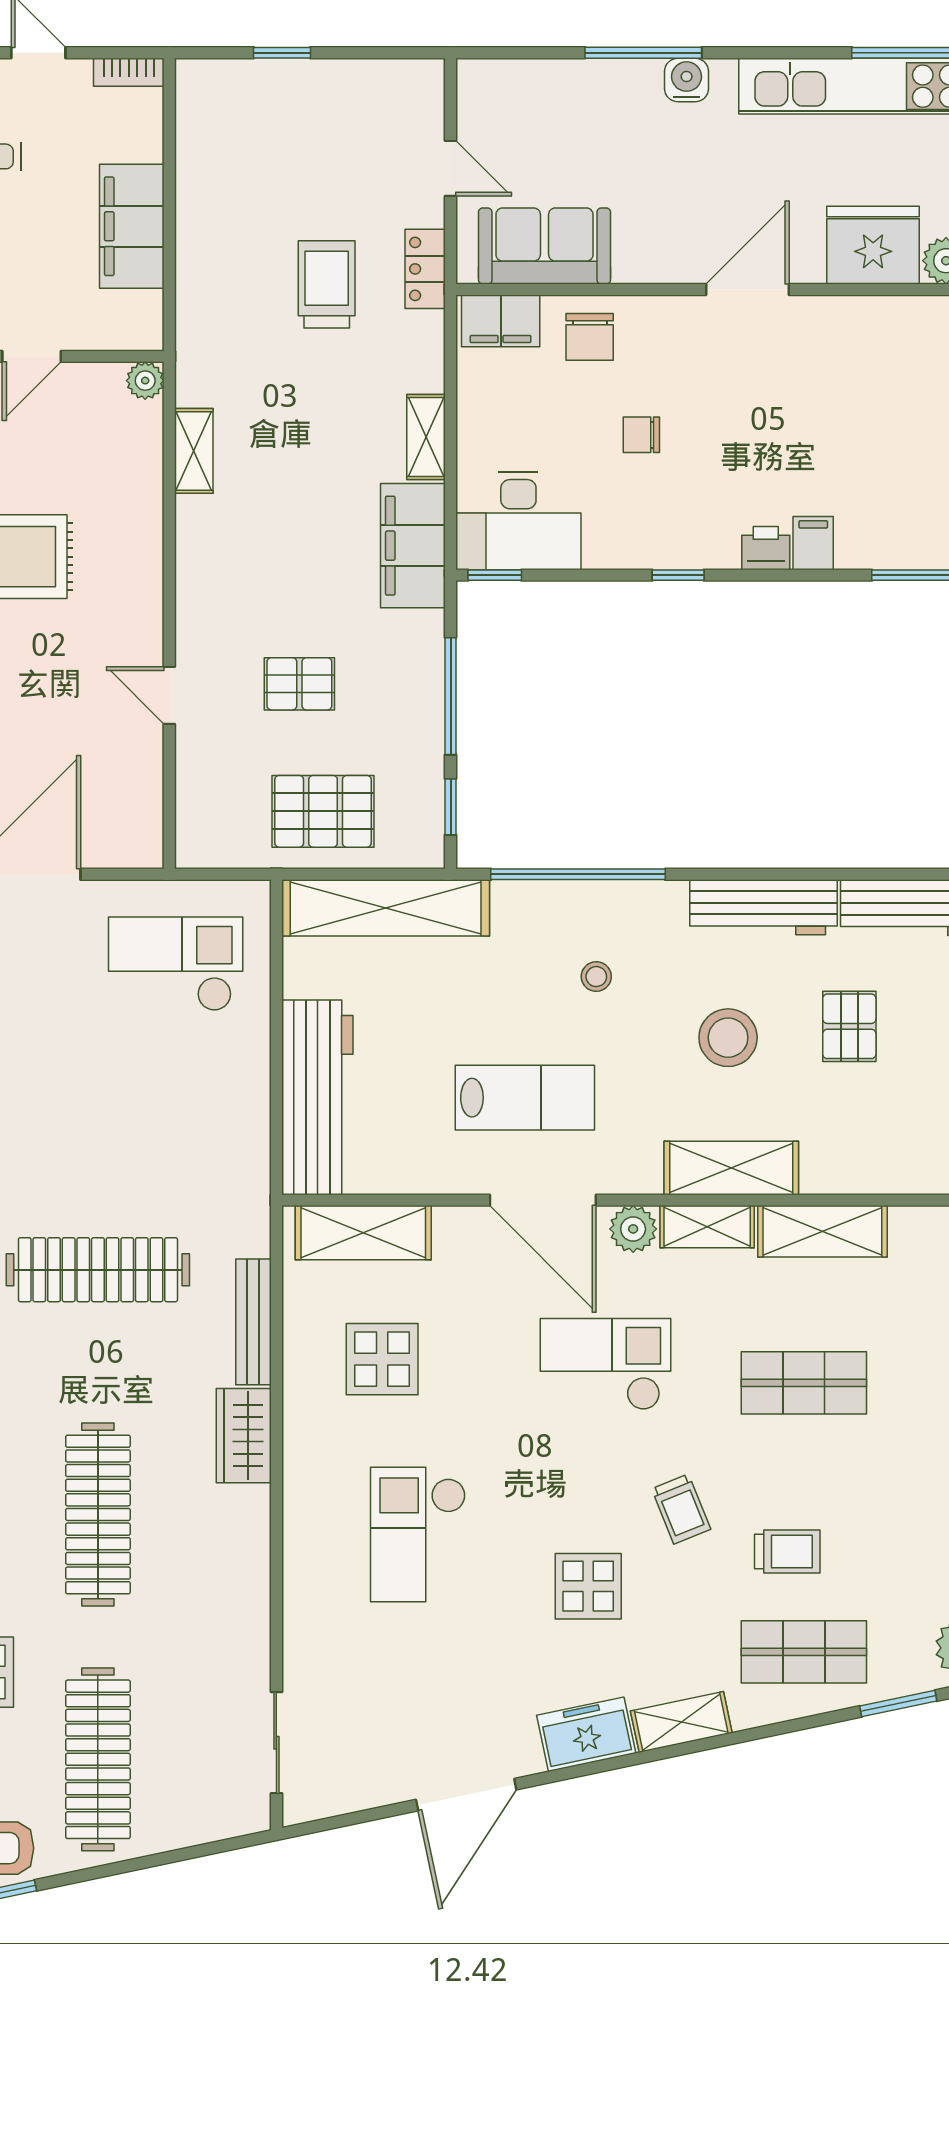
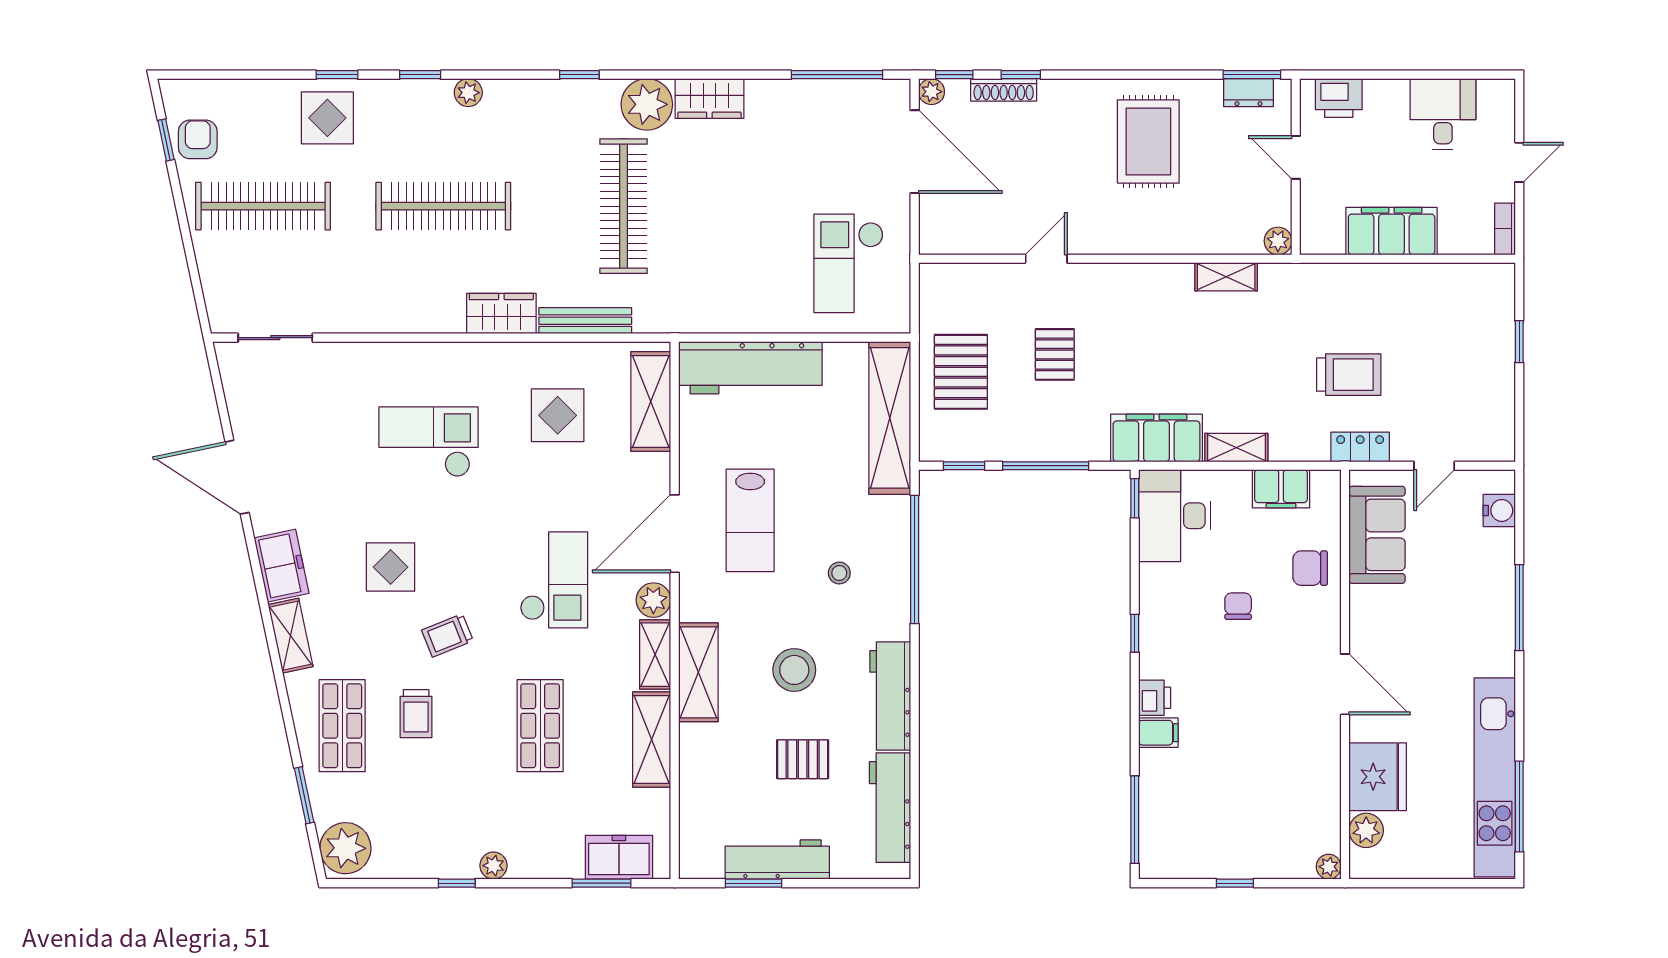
water cooler: (687, 80) -> (1499, 510), moved
filing cabinet: (501, 321) -> (1281, 489), moved, turned -90
checkout: (176, 964) -> (849, 263), turned 180

